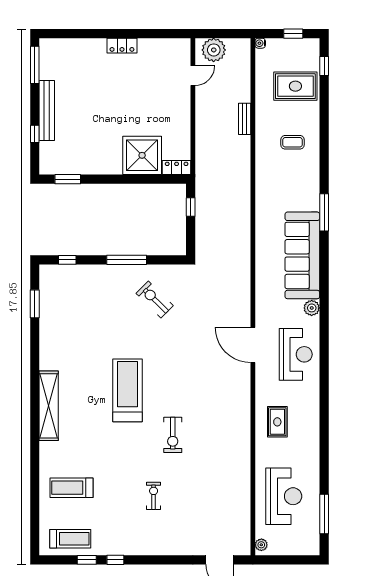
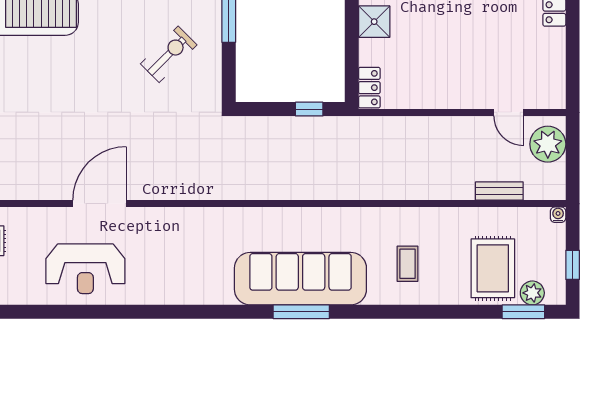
window: (324, 66) -> (523, 312), width x1.50
bench: (245, 119) -> (499, 191), moved
shower: (142, 155) -> (374, 22), width x0.54, depth x0.54
sofa: (302, 255) -> (300, 279), moved
plant: (312, 308) -> (532, 293), moved

